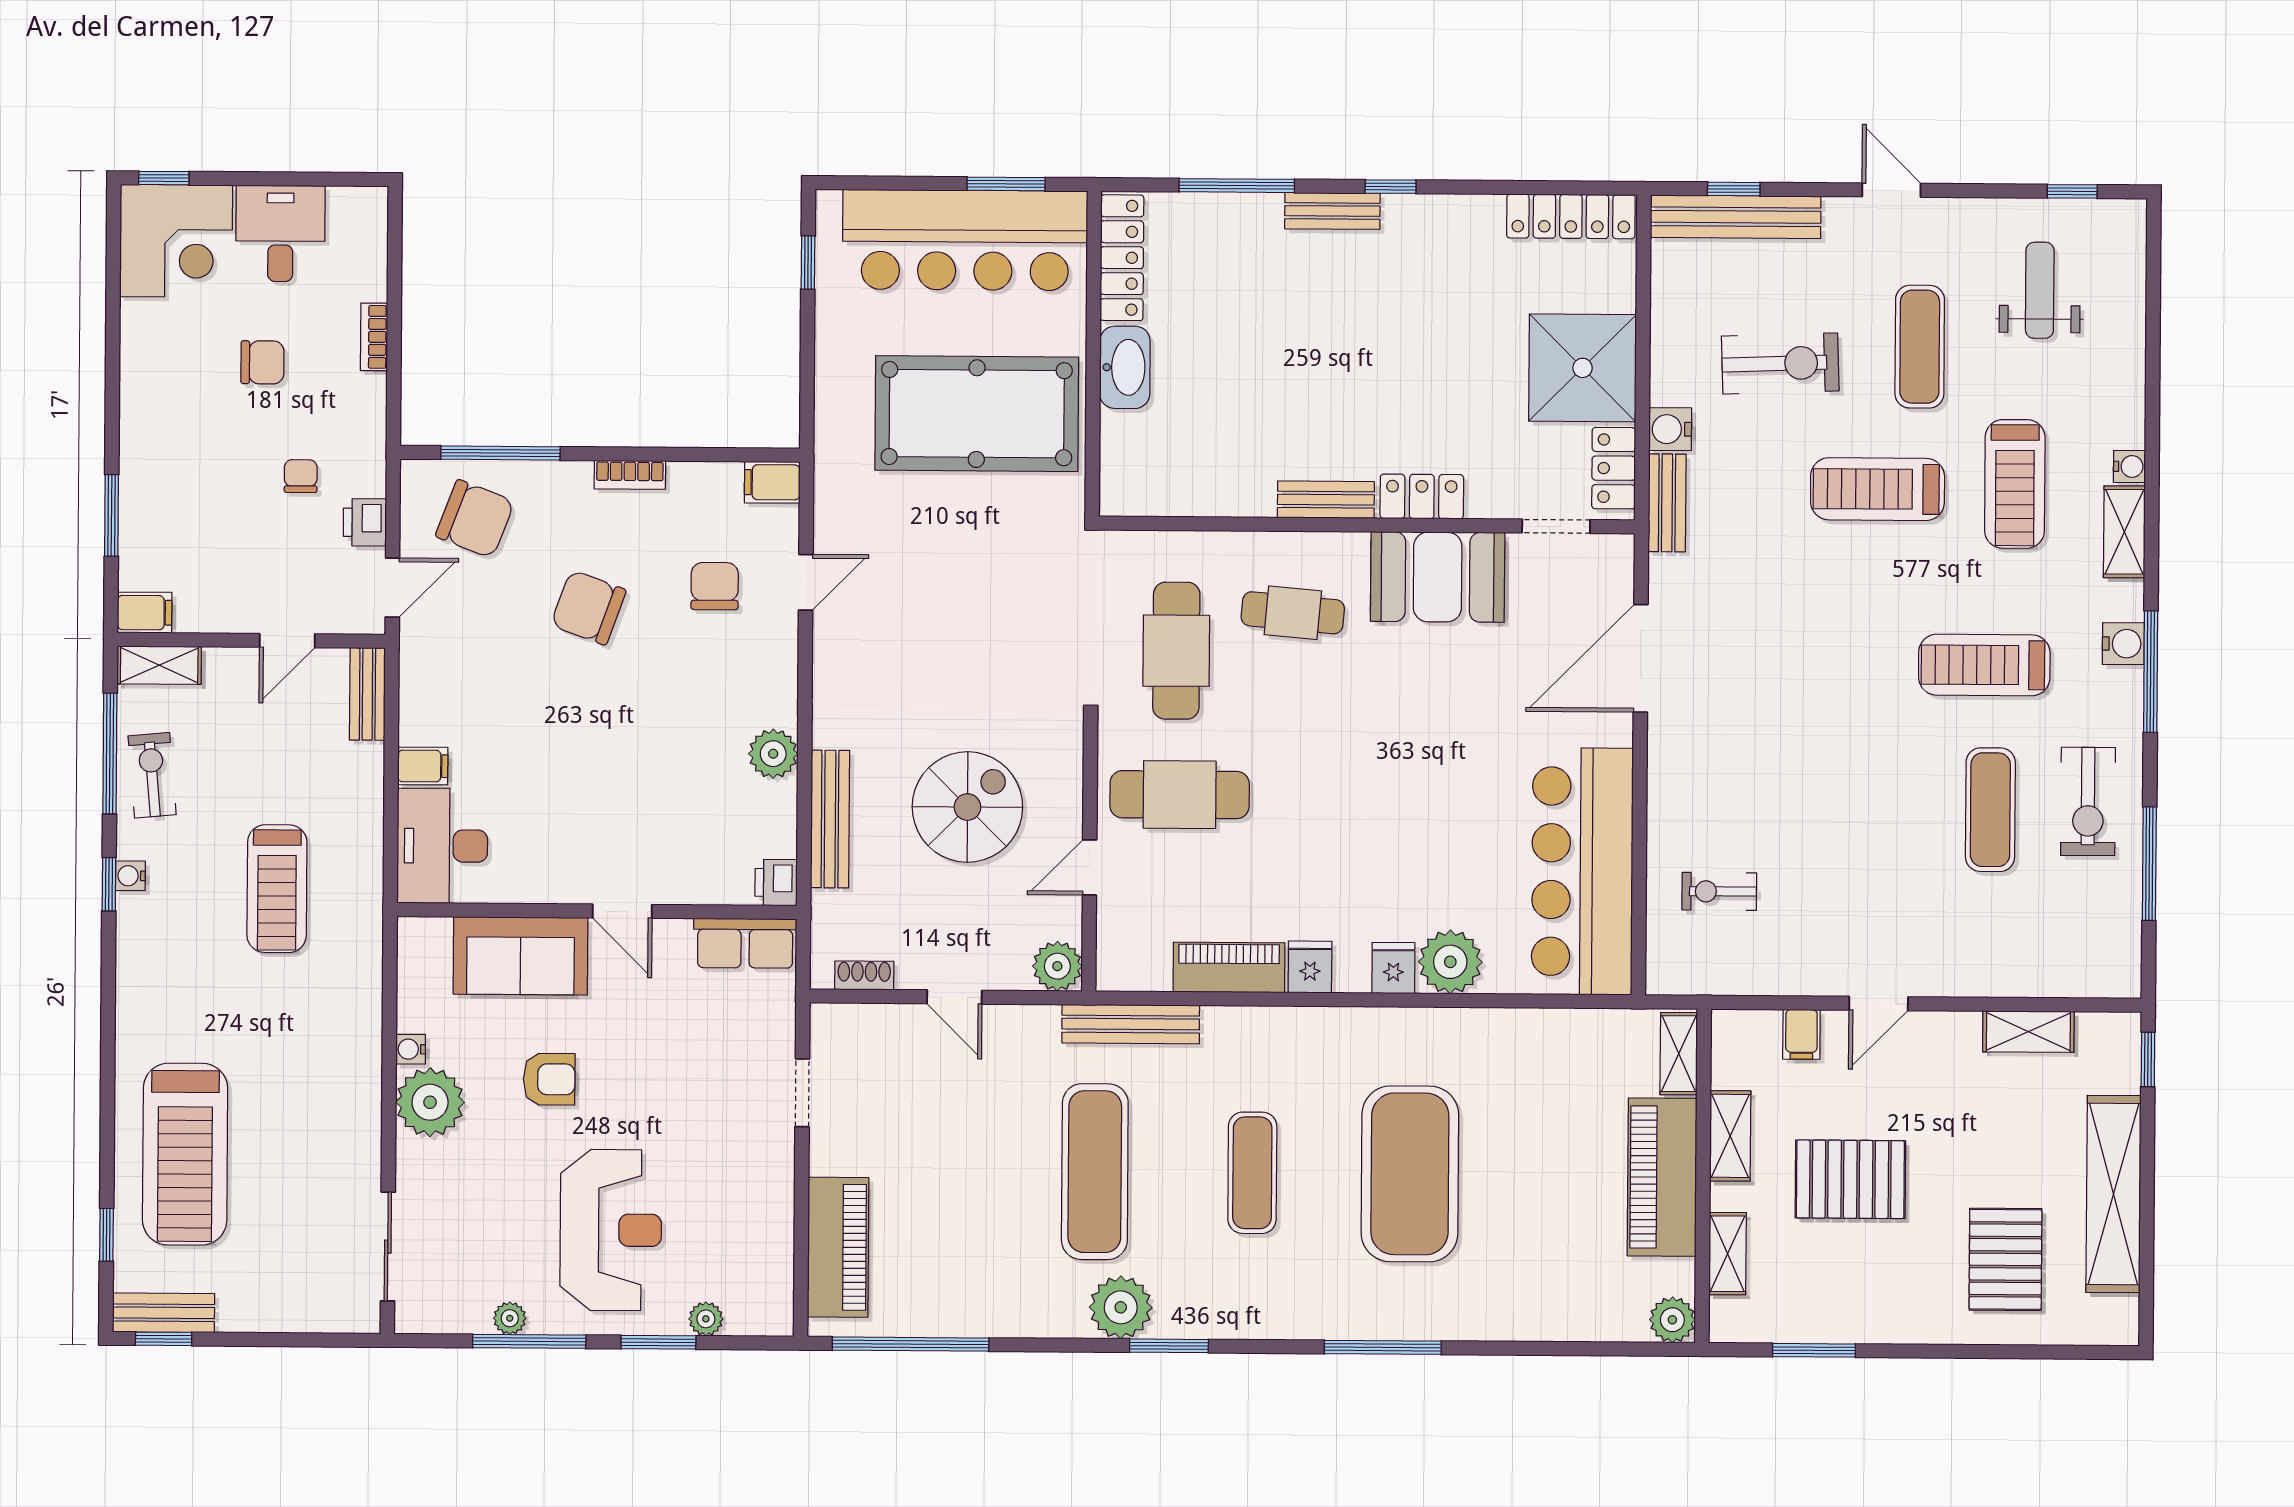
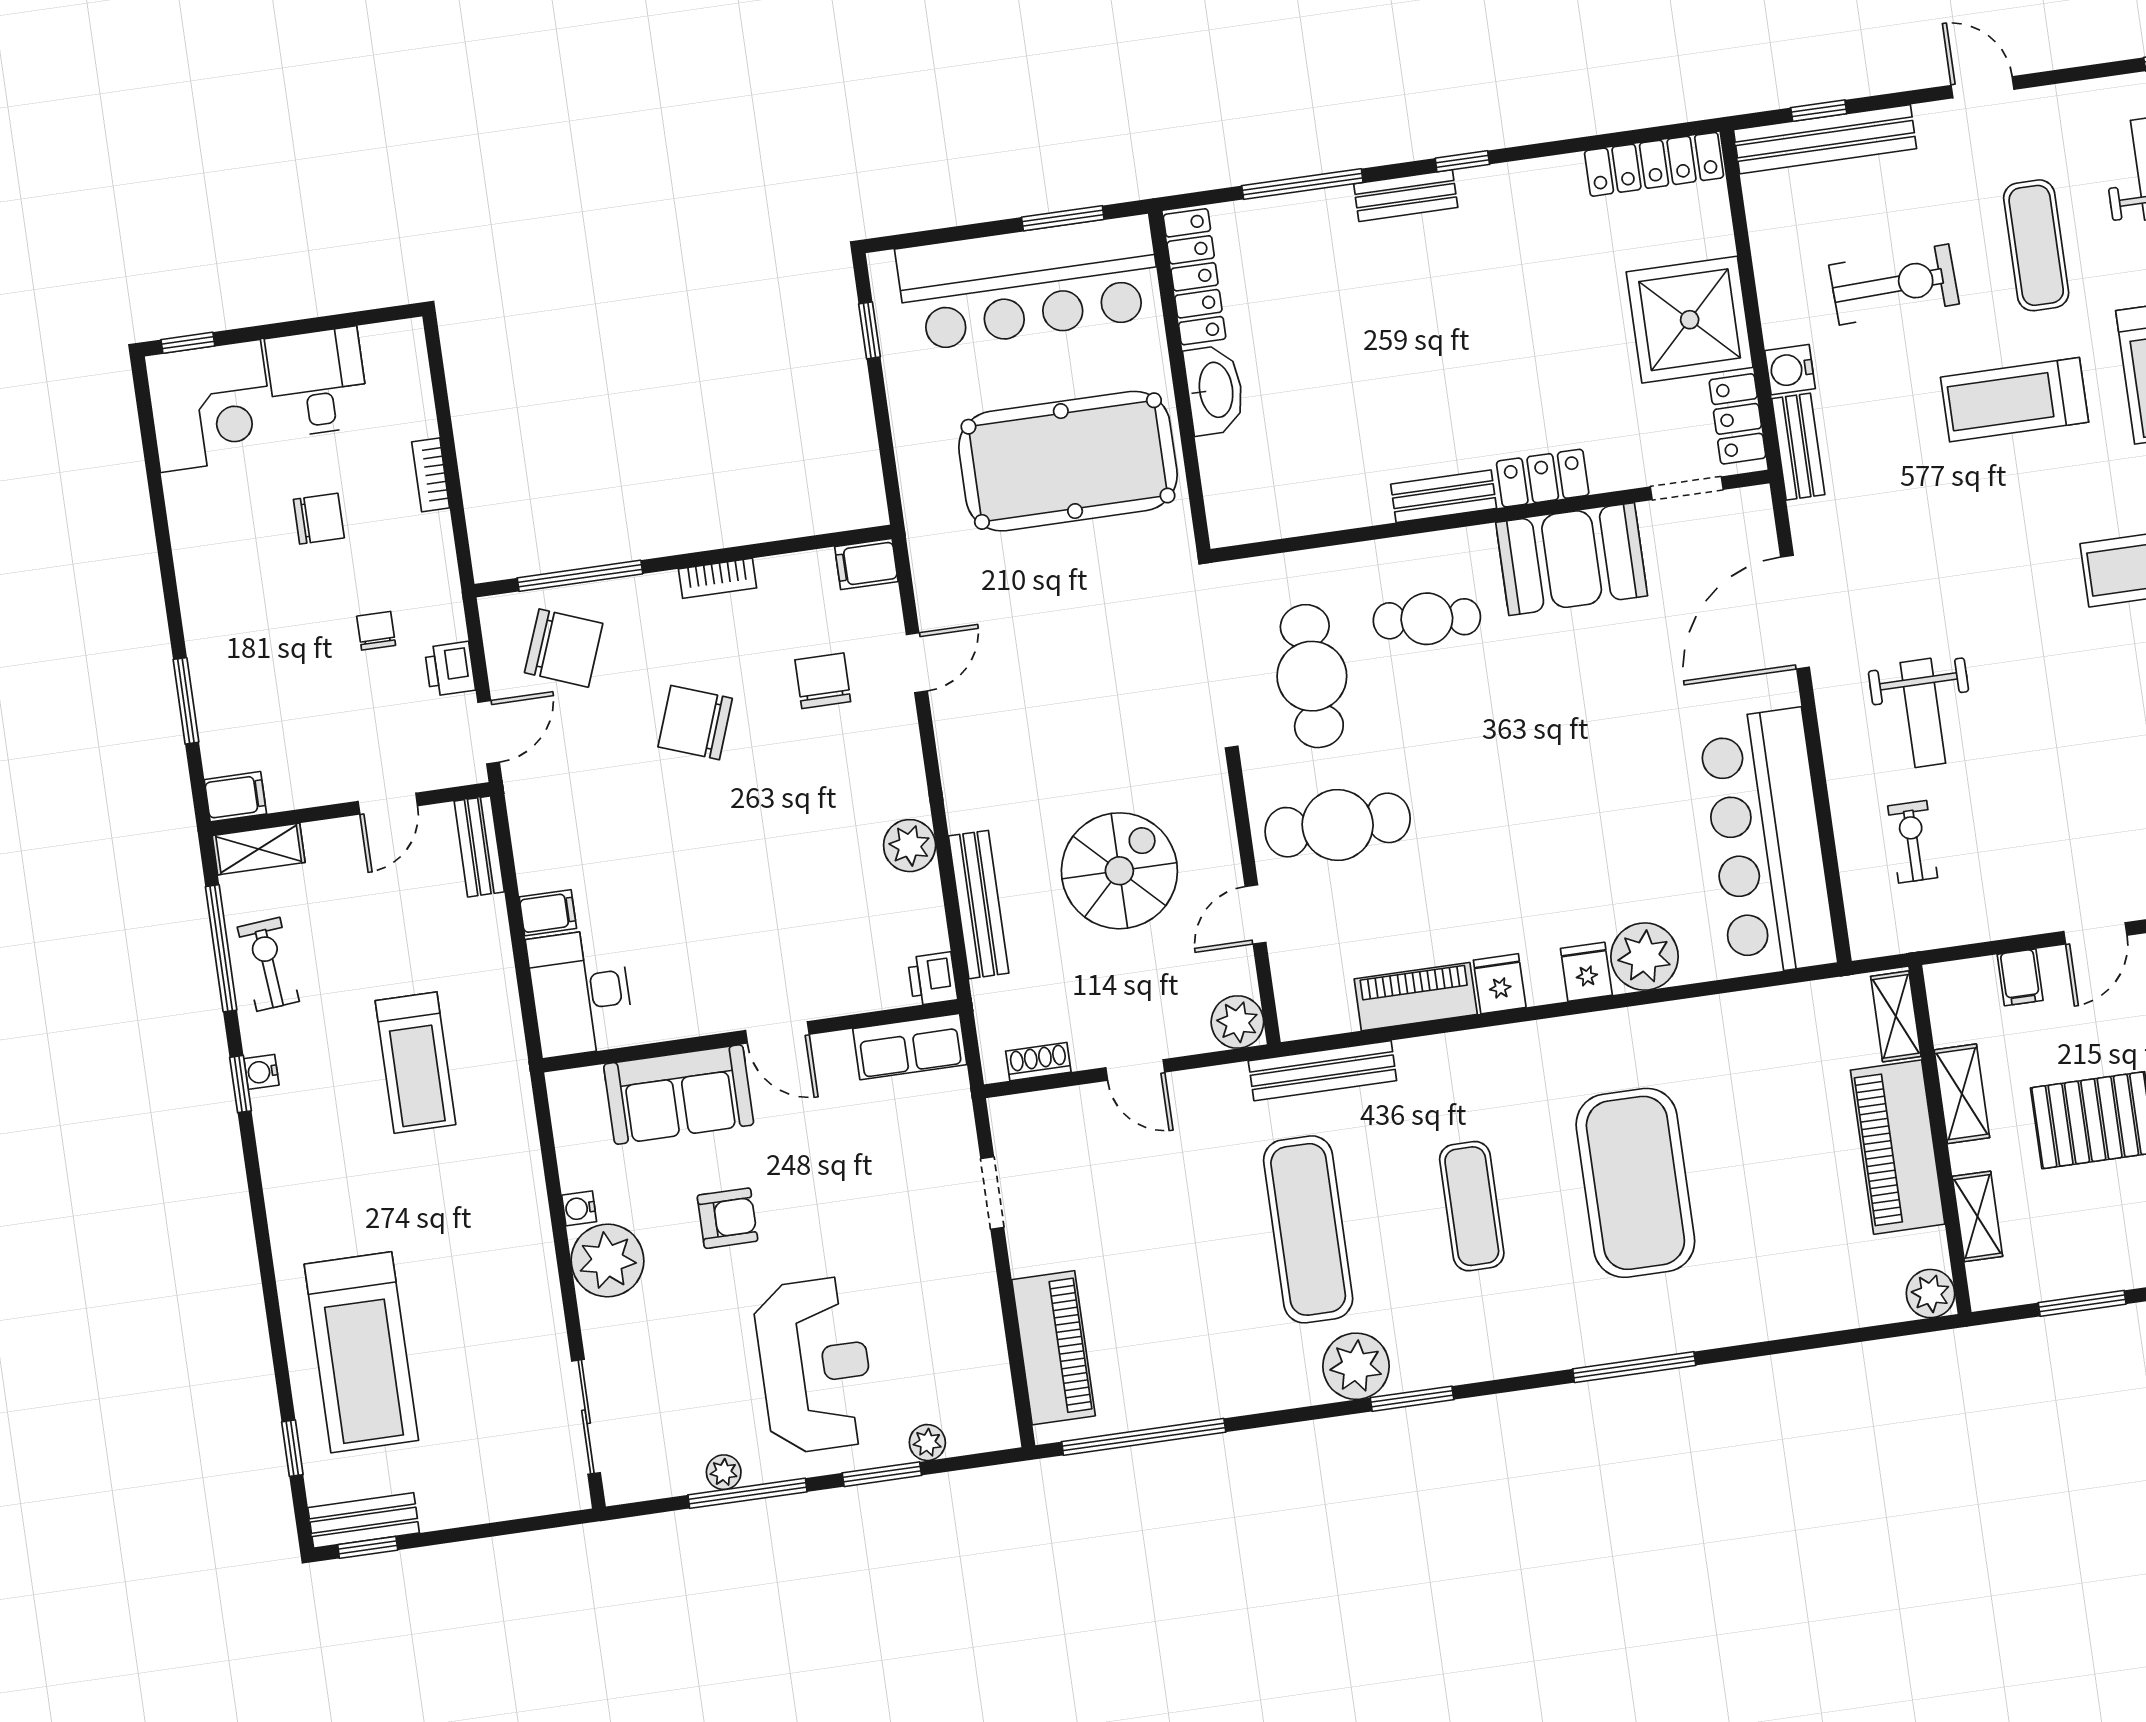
weight bench: (1747, 771) -> (1923, 713), added
exercise bike: (1719, 891) -> (1913, 842), turned 90

